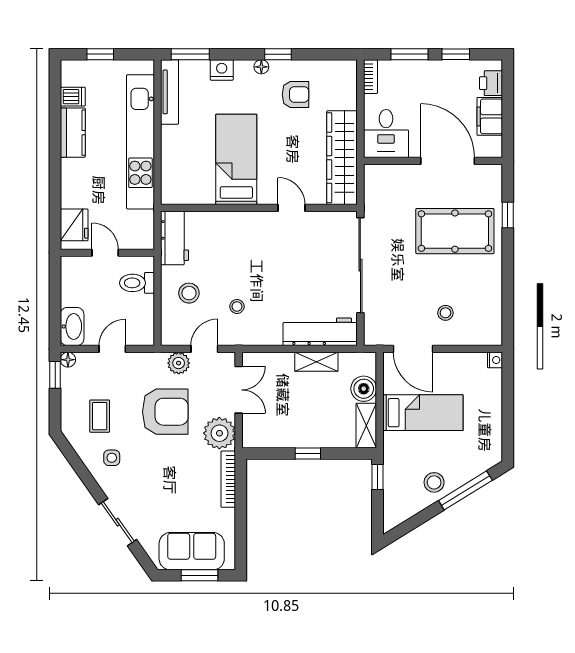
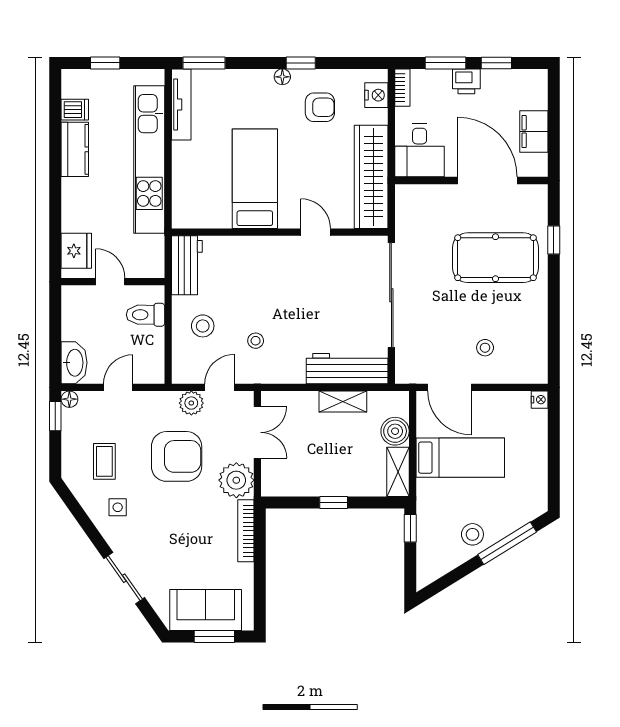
nightstand: (222, 70) -> (376, 95), moved, turned 90
printer: (491, 83) -> (466, 81), moved, turned -90

